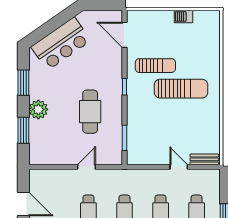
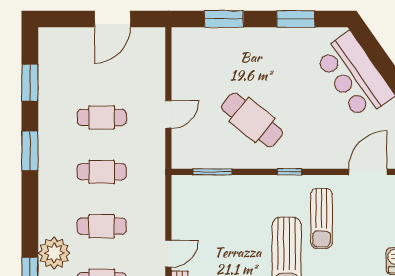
plant: (38, 109) -> (255, 42), removed
cafe table: (90, 112) -> (252, 120), turned 39
door: (86, 167) -> (168, 114), hinge flipped

